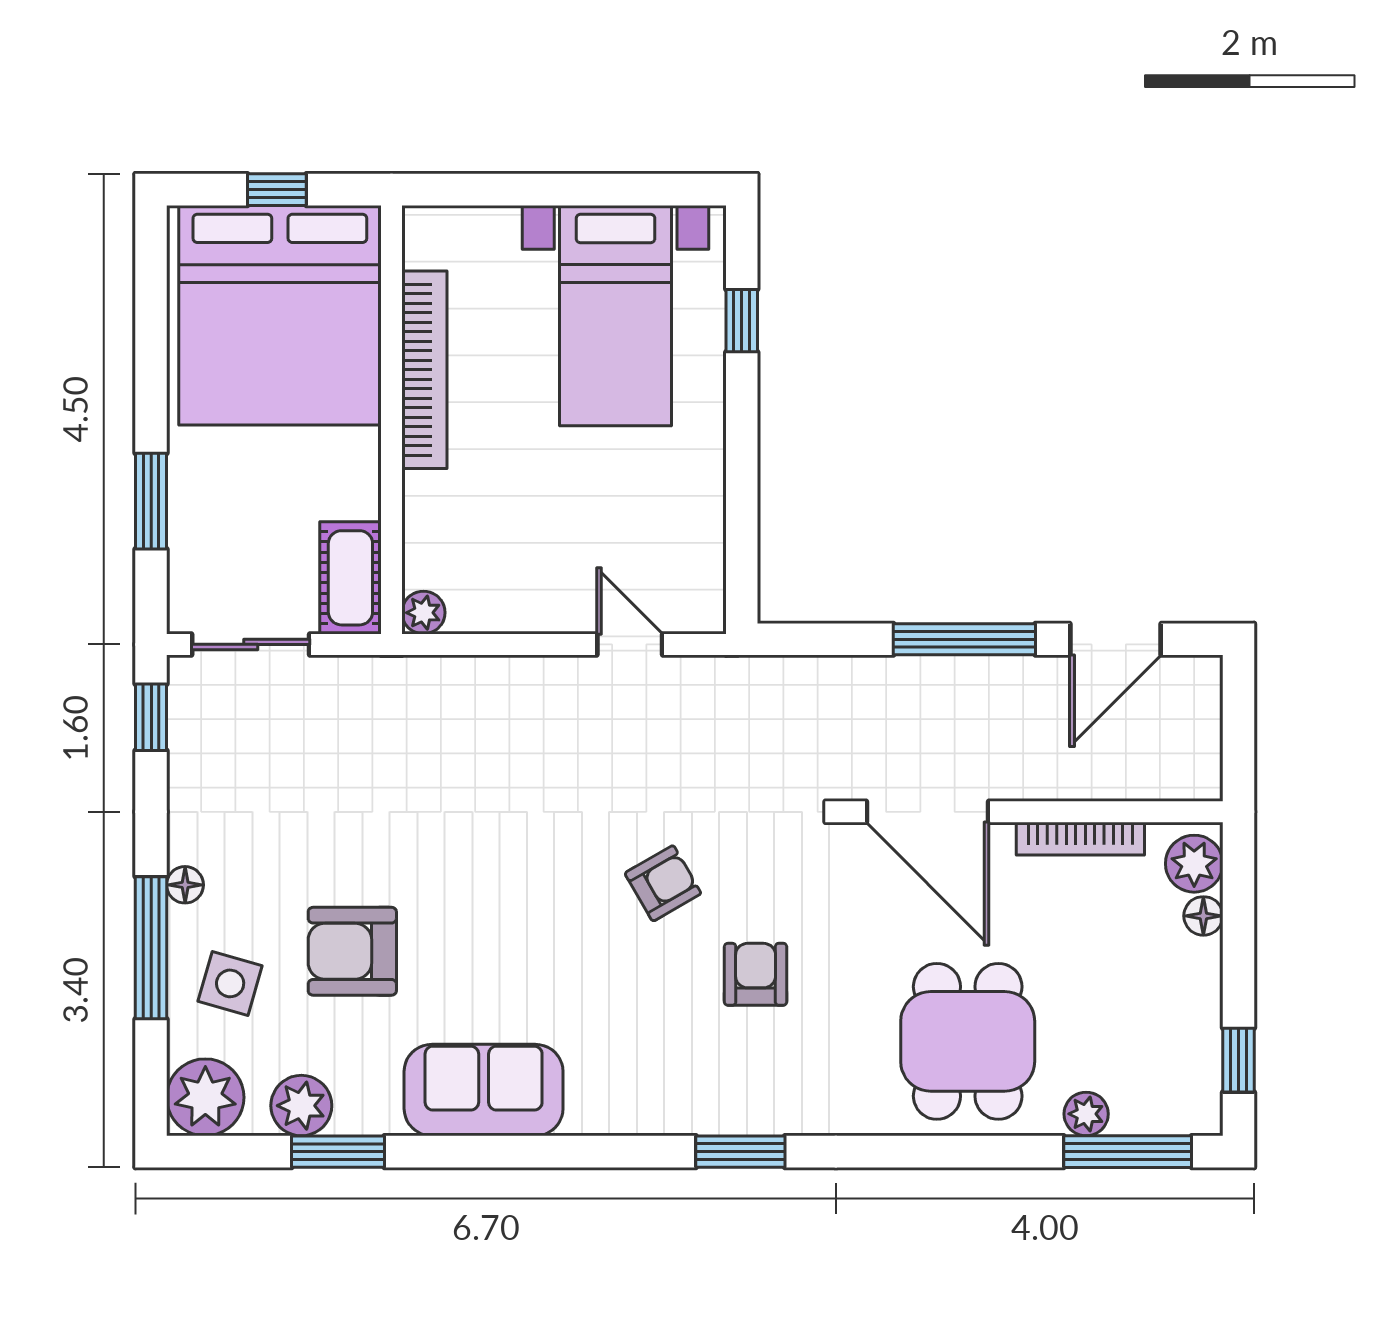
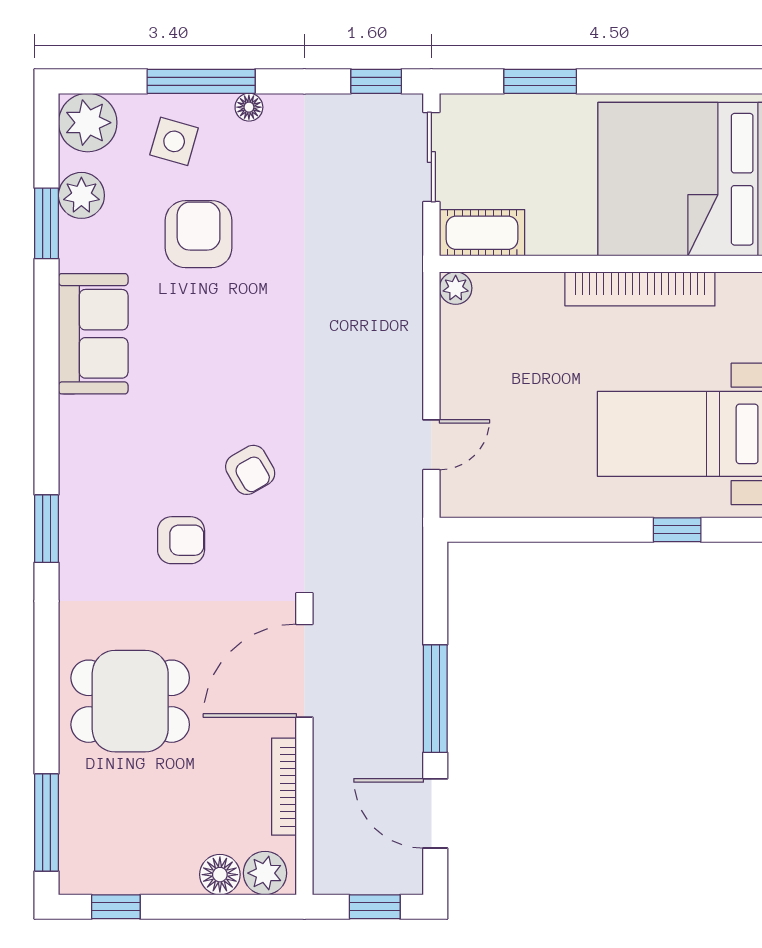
window: (1238, 719) -> (375, 907), added
floor lamp: (1203, 916) -> (220, 875), width x1.37, depth x1.37
plant: (1086, 1114) -> (75, 791), removed

